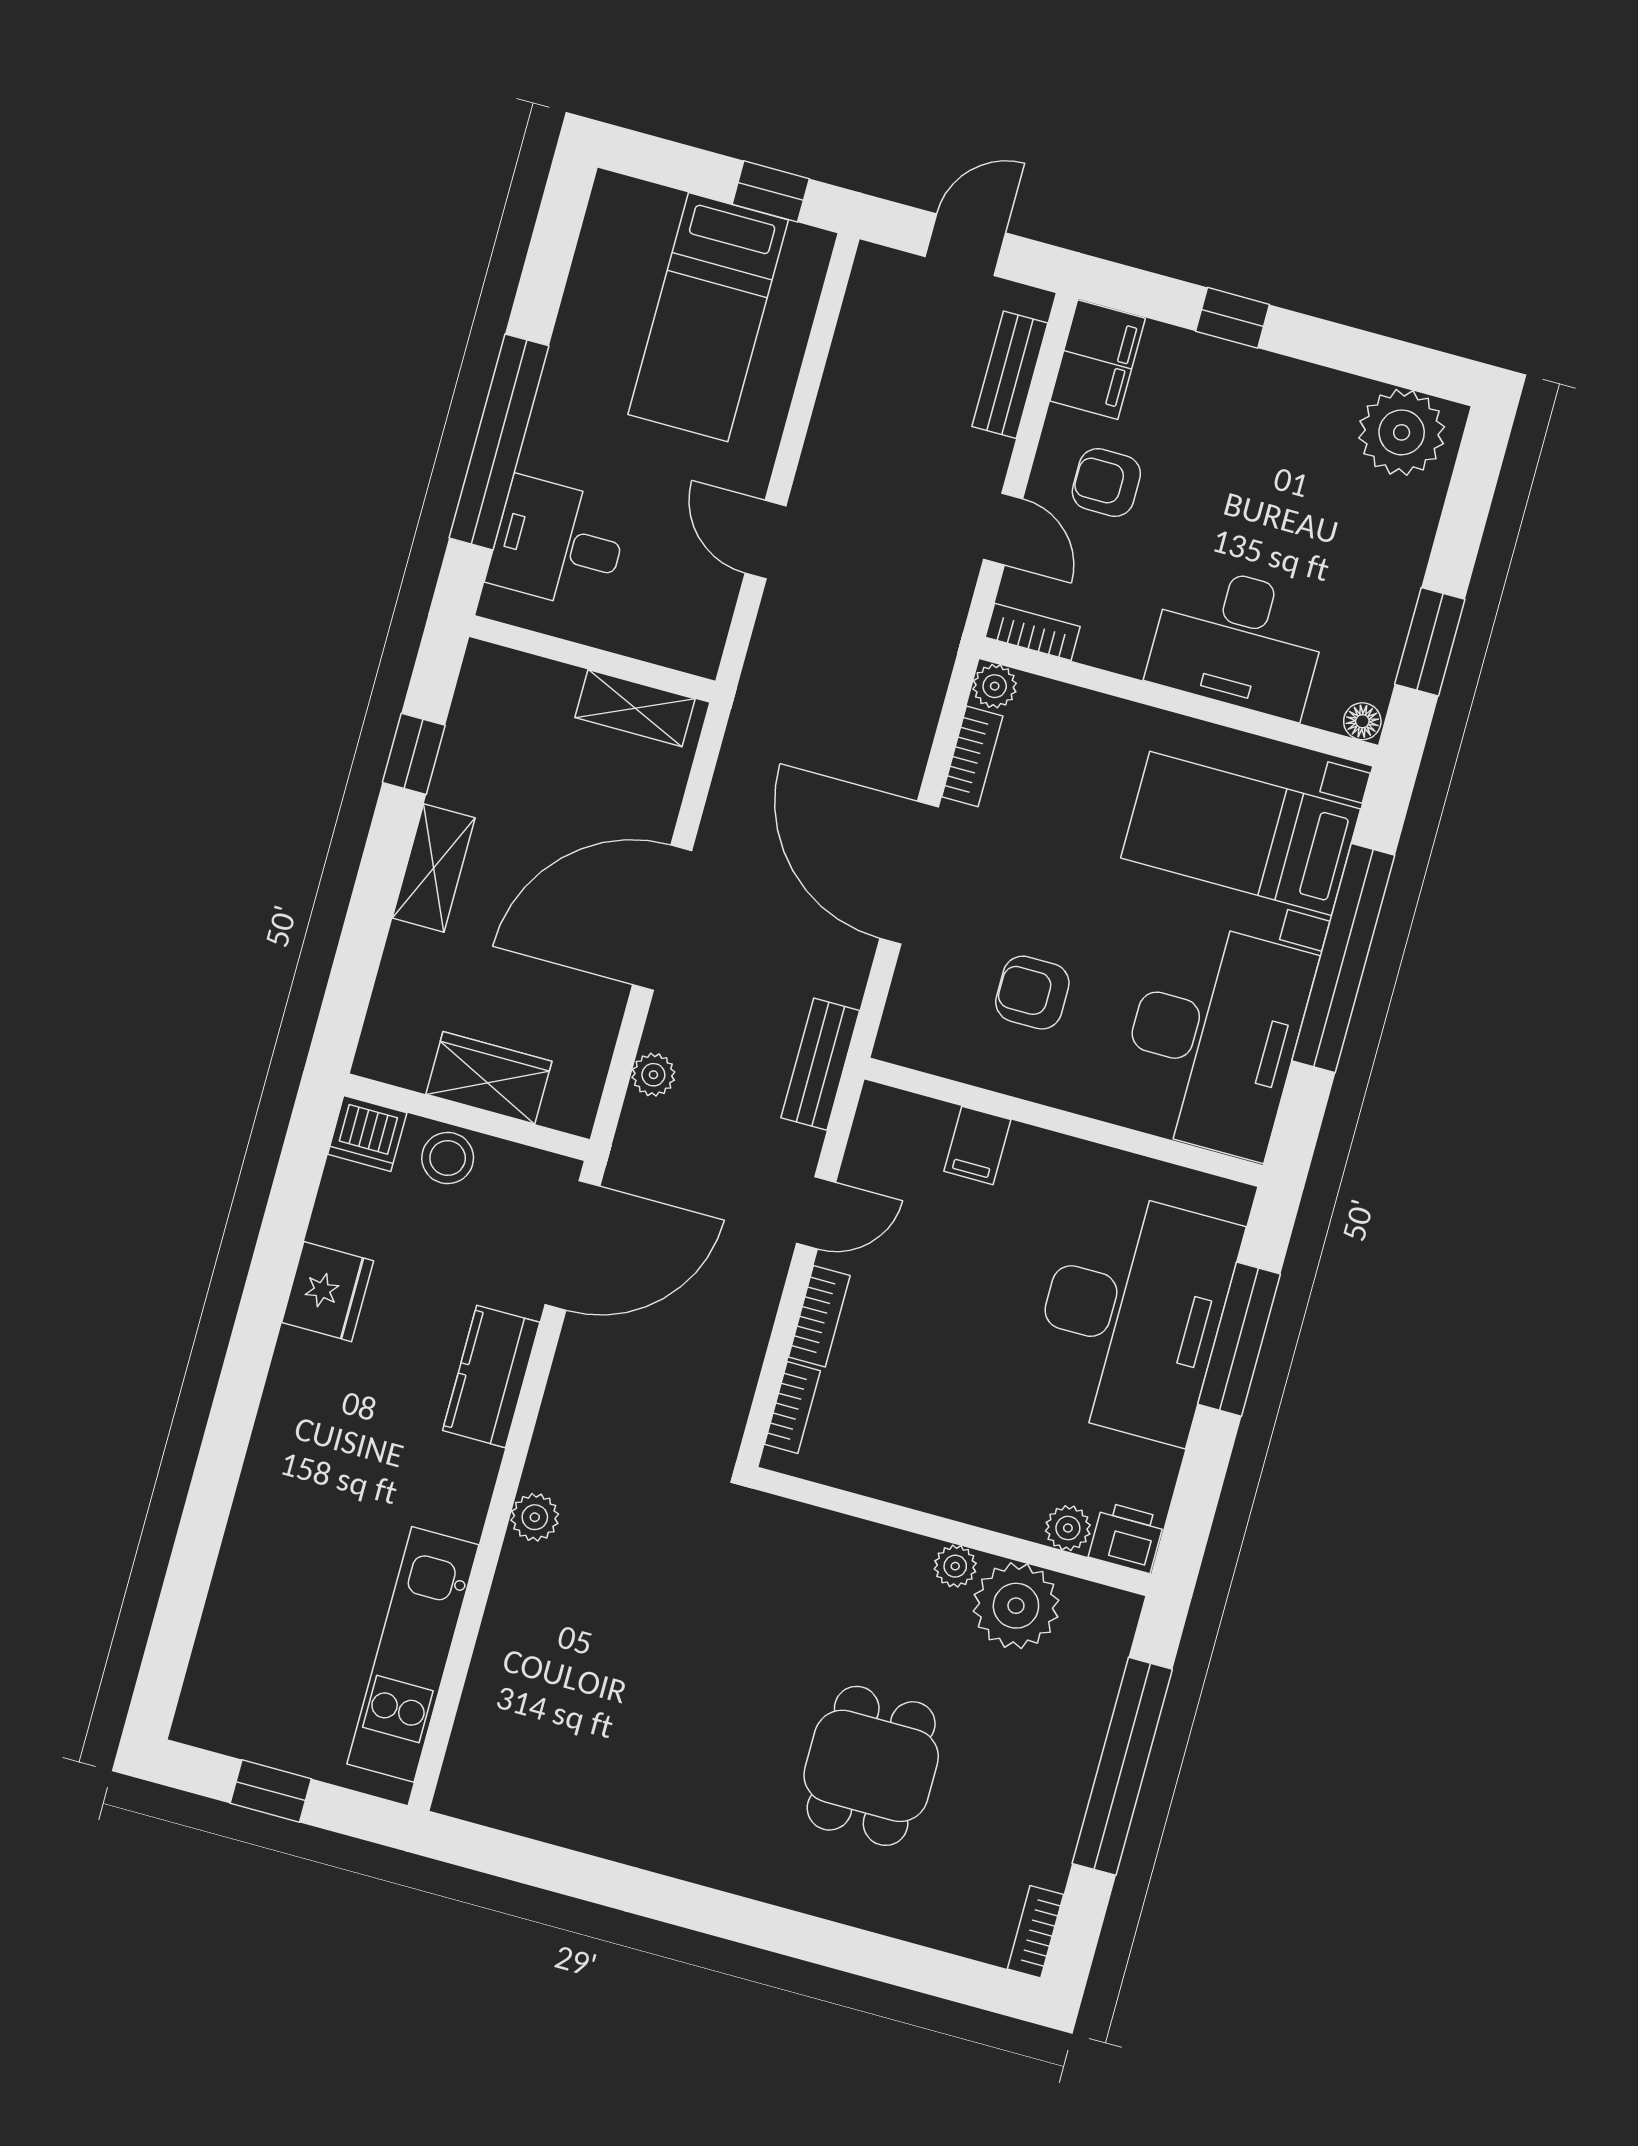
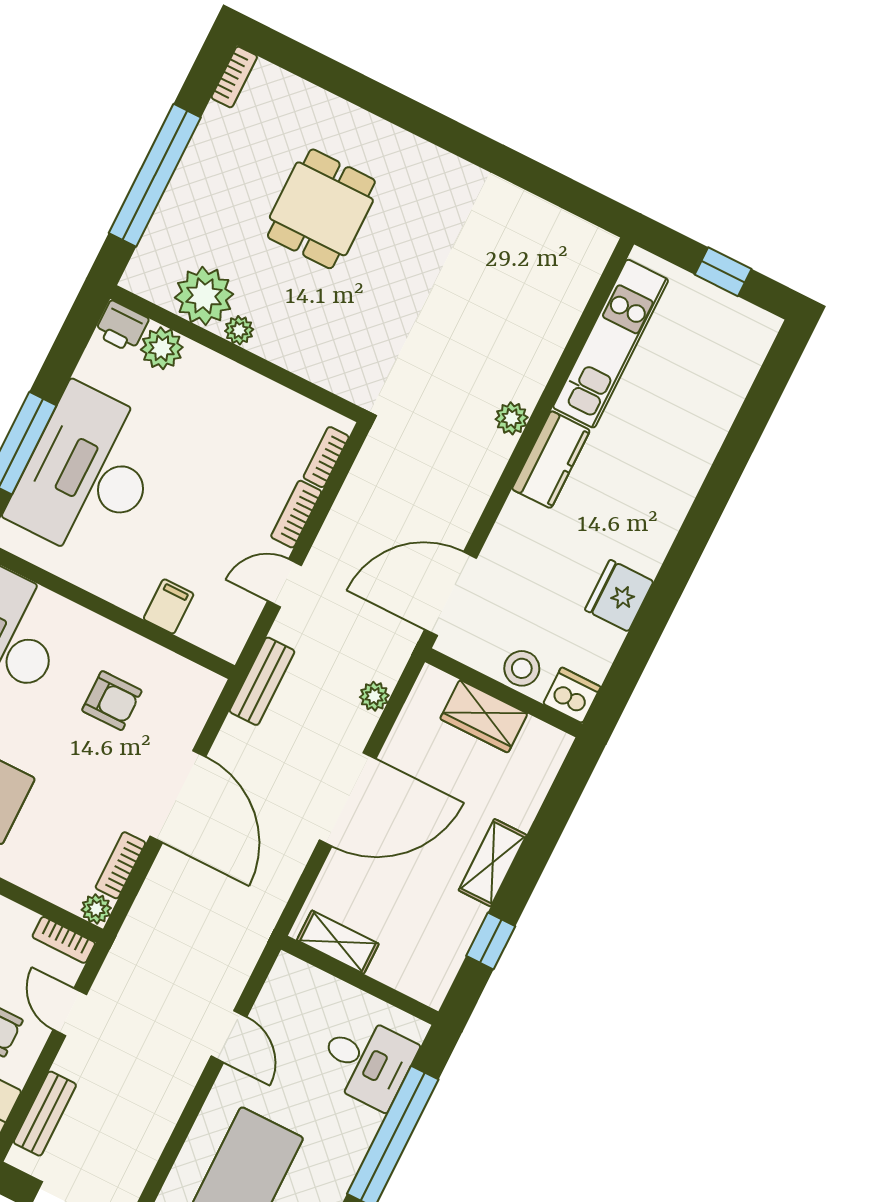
kitchen counter: (491, 1376) -> (551, 460), moved
plant: (1068, 1528) -> (162, 348), width x1.38, depth x1.38

